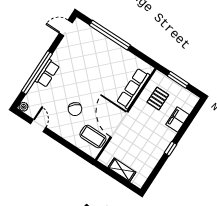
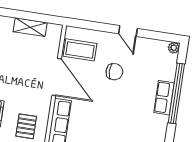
chair: (75, 109) -> (114, 72), turned 132
door: (38, 126) -> (128, 31), moved

